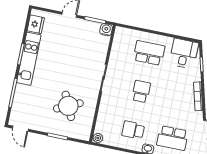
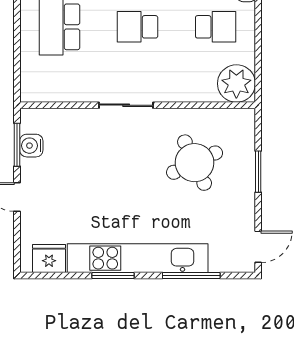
water cooler: (106, 30) -> (31, 146), moved
kitchen unit: (29, 59) -> (138, 258), width x1.36
school desk: (133, 130) -> (216, 27), turned -90
plant: (98, 138) -> (236, 84), width x1.87, depth x1.87

